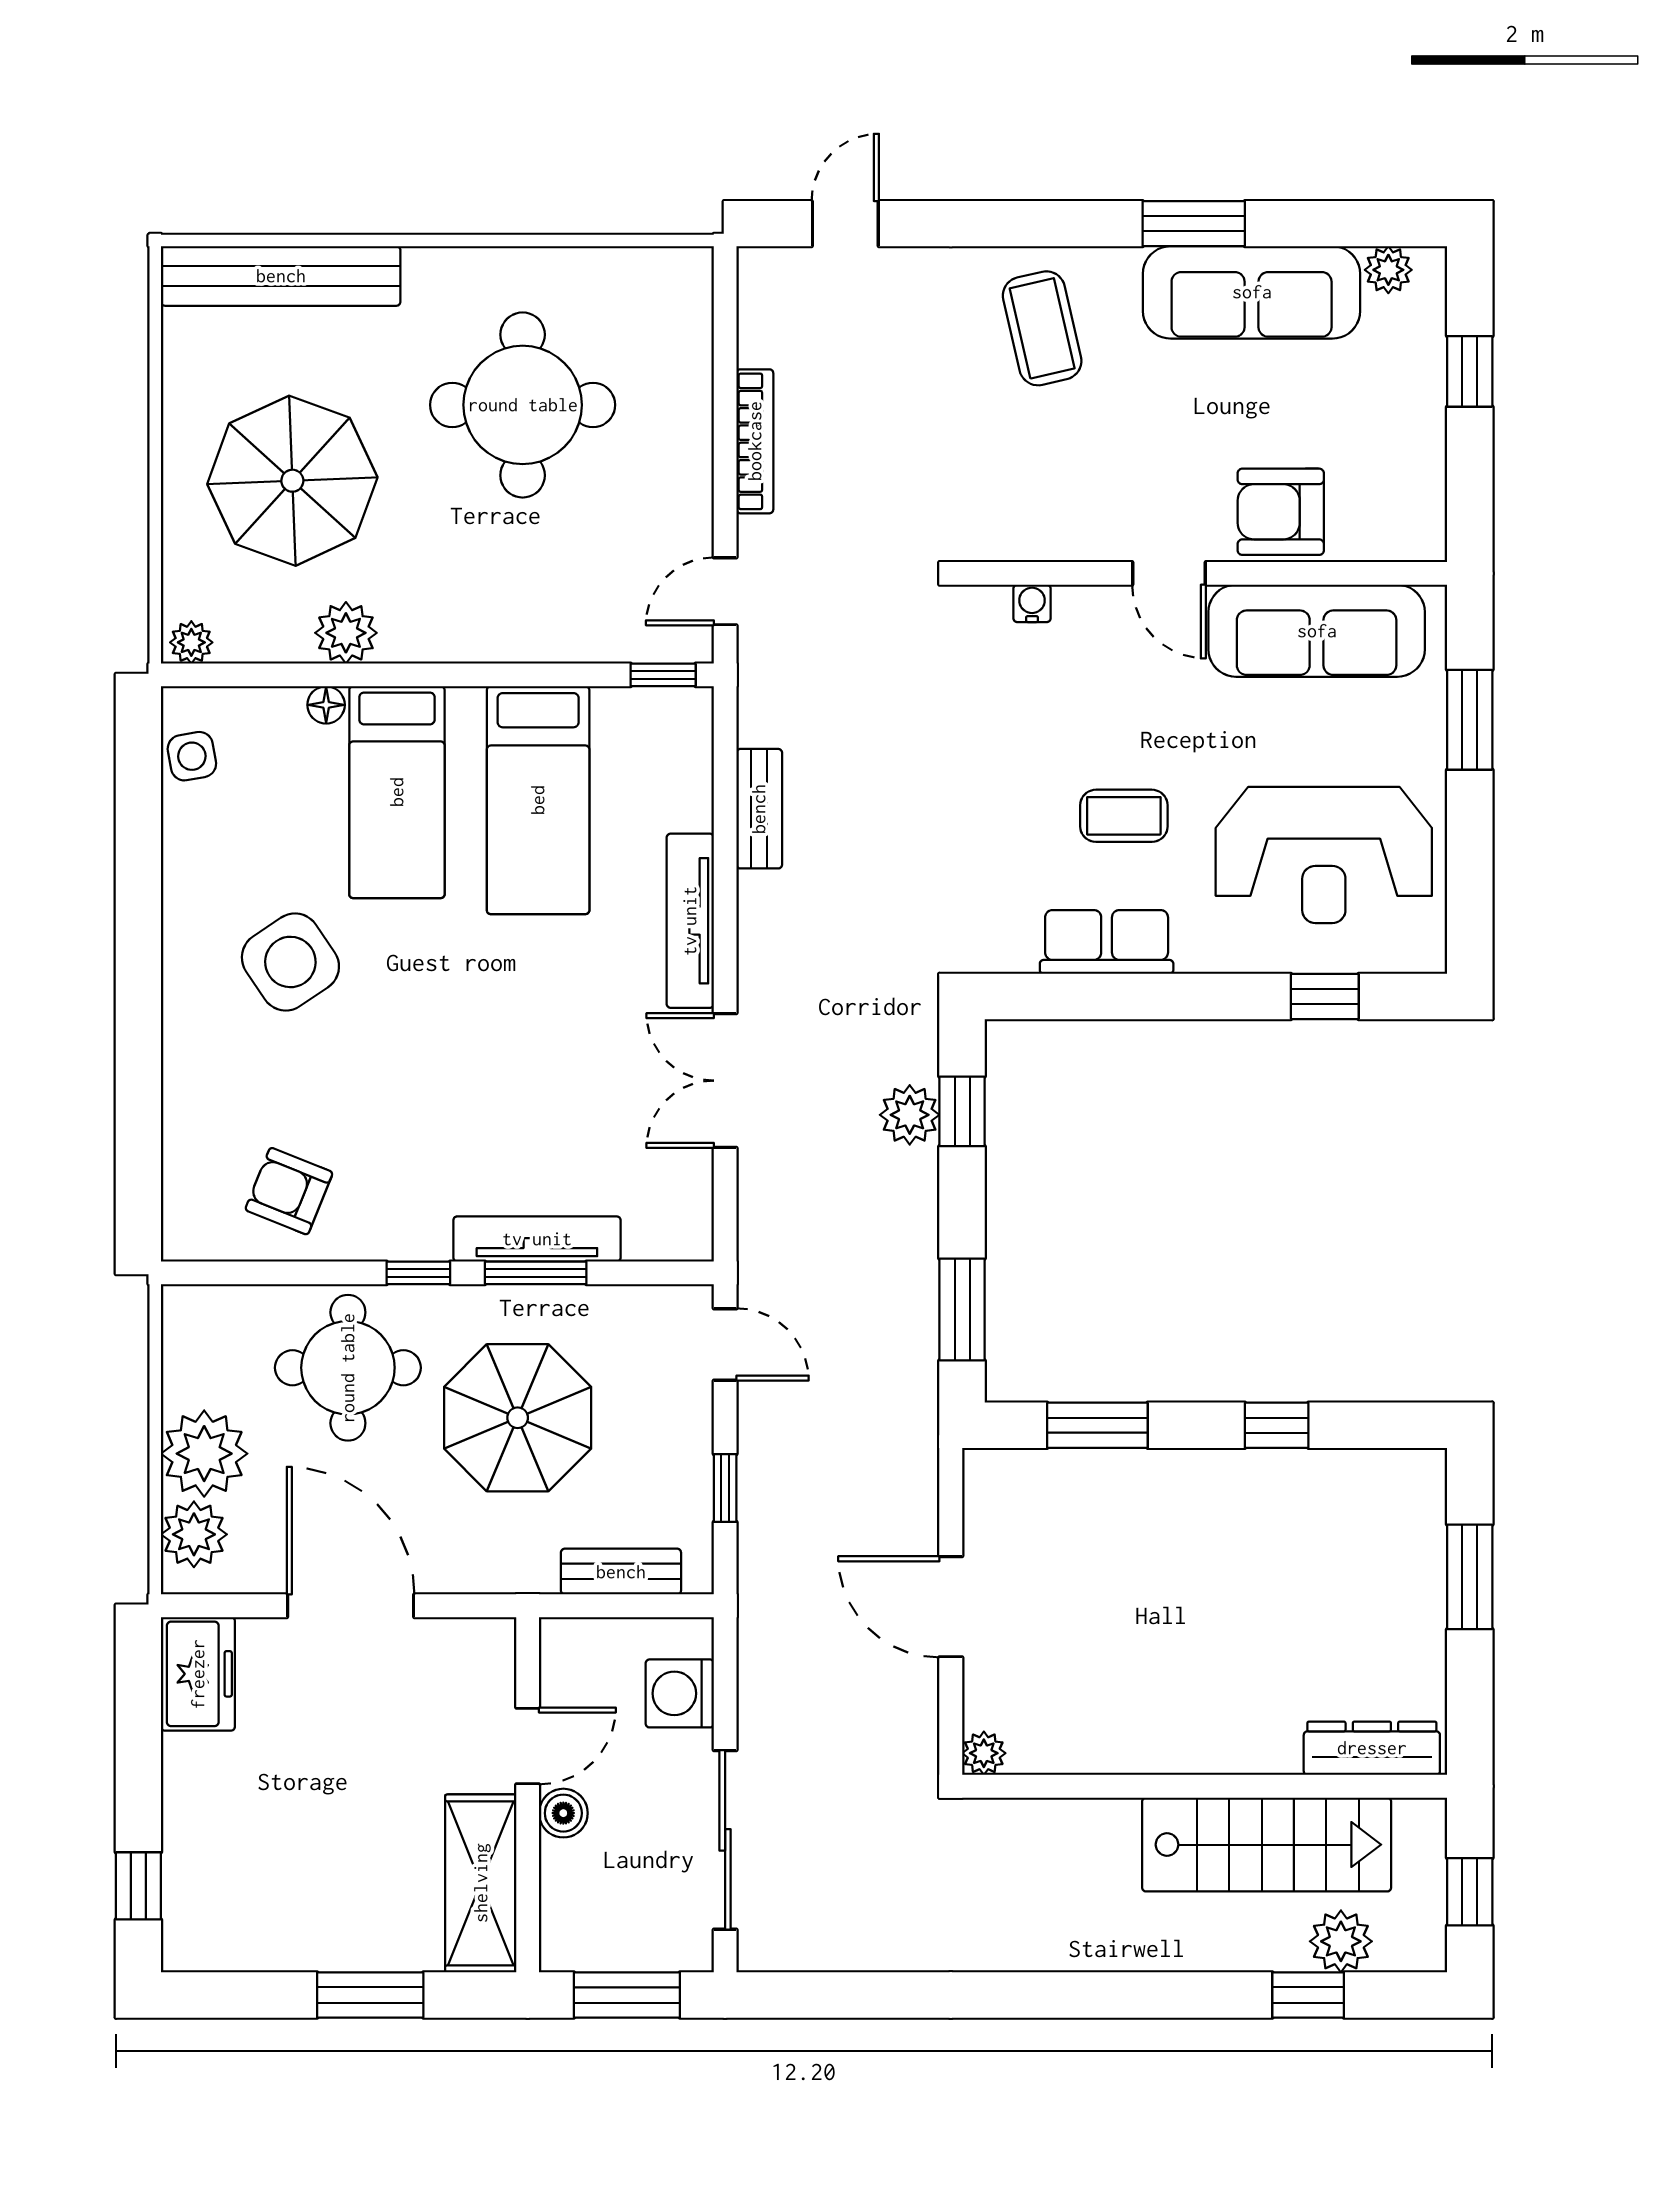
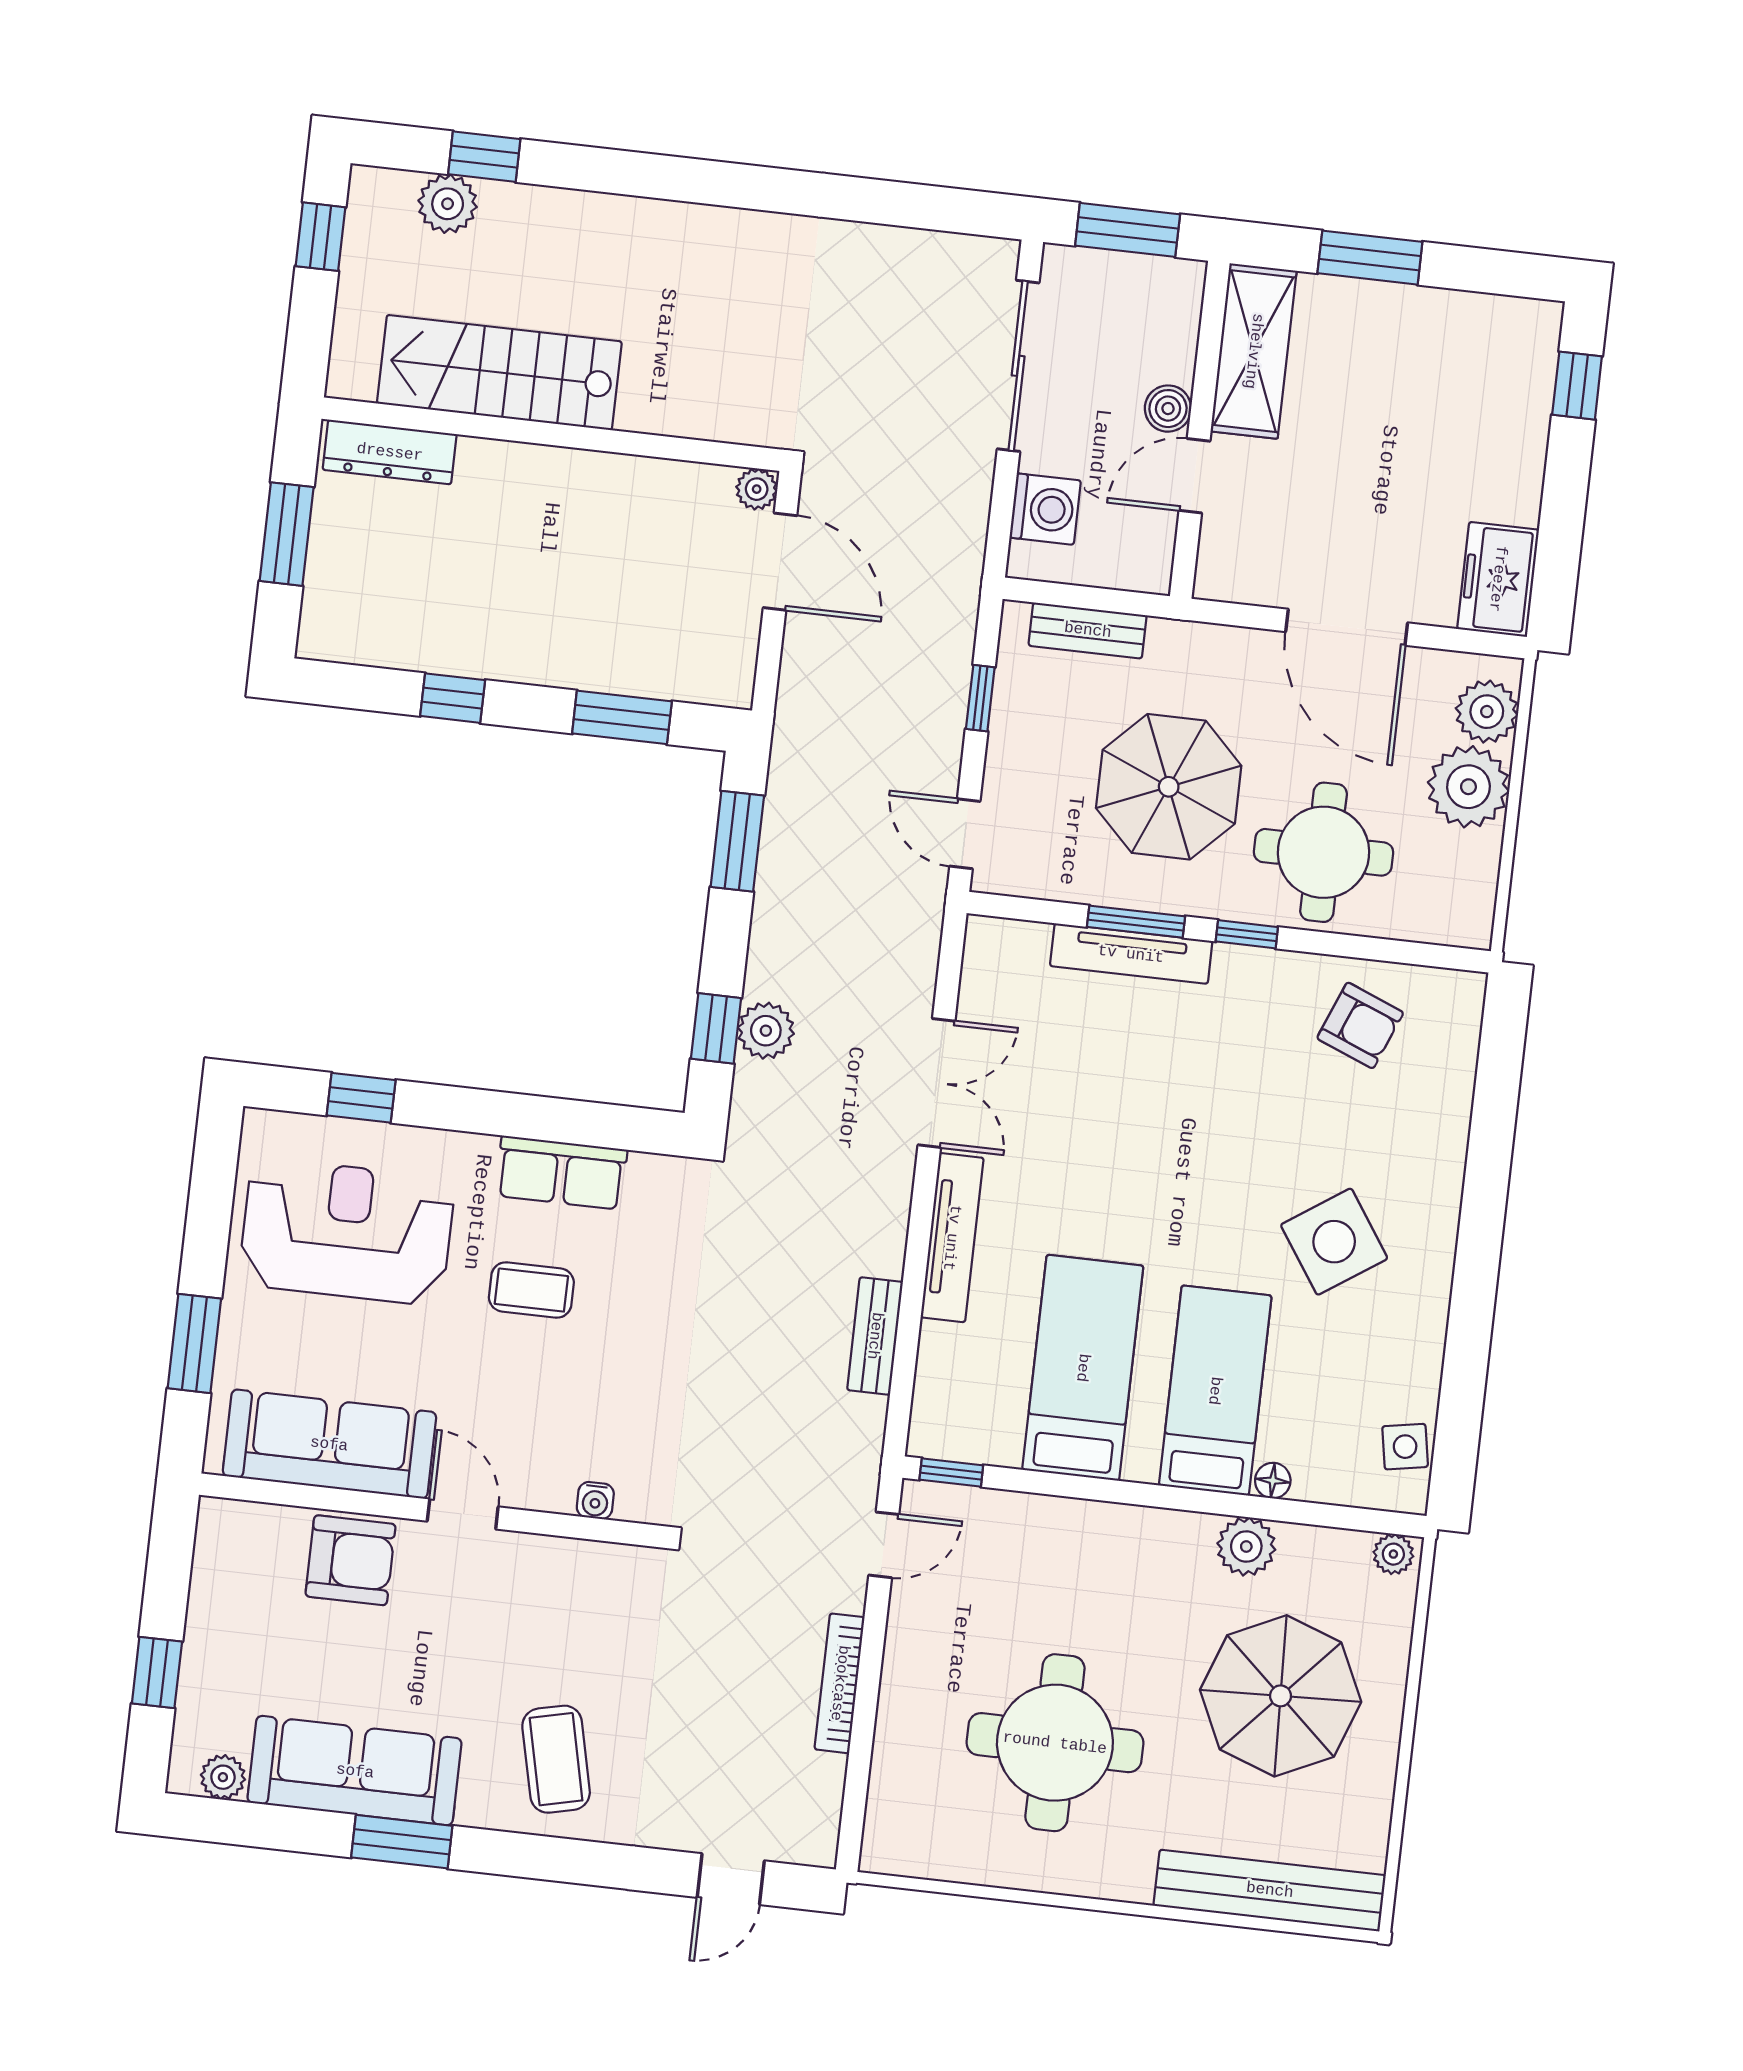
dresser: (1372, 1748) -> (390, 452), moved
plant: (984, 1753) -> (757, 489), moved
wall: (1205, 1786) -> (552, 434), moved
stairs: (1267, 1845) -> (499, 372), moved

